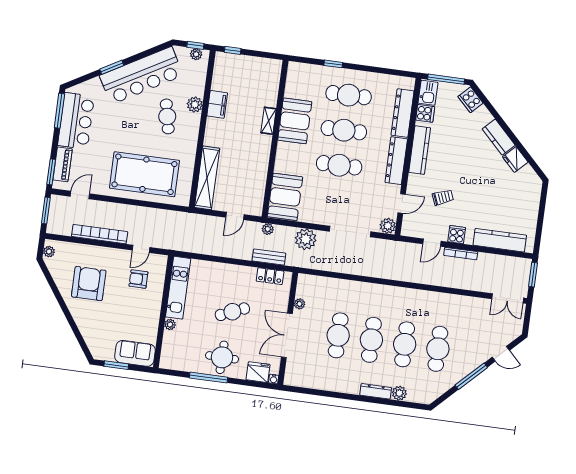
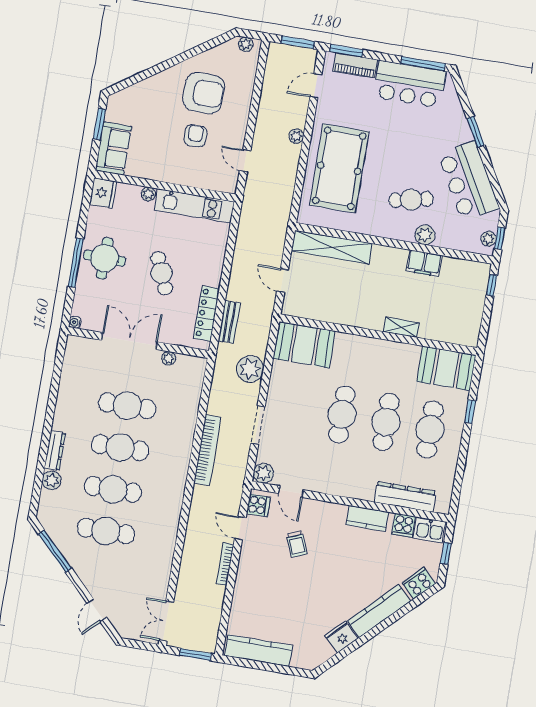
bar counter: (141, 76) -> (468, 181), width x0.73
window: (446, 79) -> (446, 553), width x0.46
booth: (295, 121) -> (446, 368), moved
kitchen counter: (499, 137) -> (379, 611), width x1.50
kitchen counter: (420, 150) -> (367, 518), width x0.67
dresser: (396, 161) -> (345, 487), removed
door: (80, 195) -> (316, 86), swing flipped
plant: (268, 229) -> (296, 136), moved
doorway: (350, 231) -> (258, 425), width x0.73
bookcase: (100, 234) -> (207, 450), moved
cooker: (457, 235) -> (258, 505), moved
kitchen counter: (500, 240) -> (259, 651), moved, turned -90
locker: (270, 276) -> (206, 313), width x1.53
armchair: (138, 279) -> (195, 136), moved
fridge: (258, 372) -> (103, 193), moved
window: (471, 376) -> (55, 551), moved
window: (209, 378) -> (76, 263), moved

